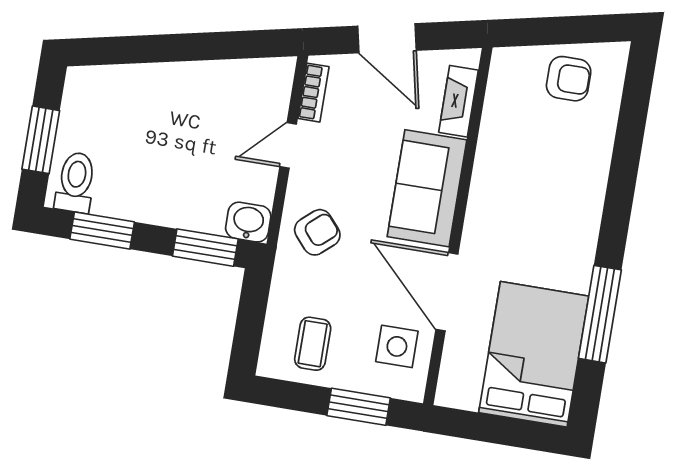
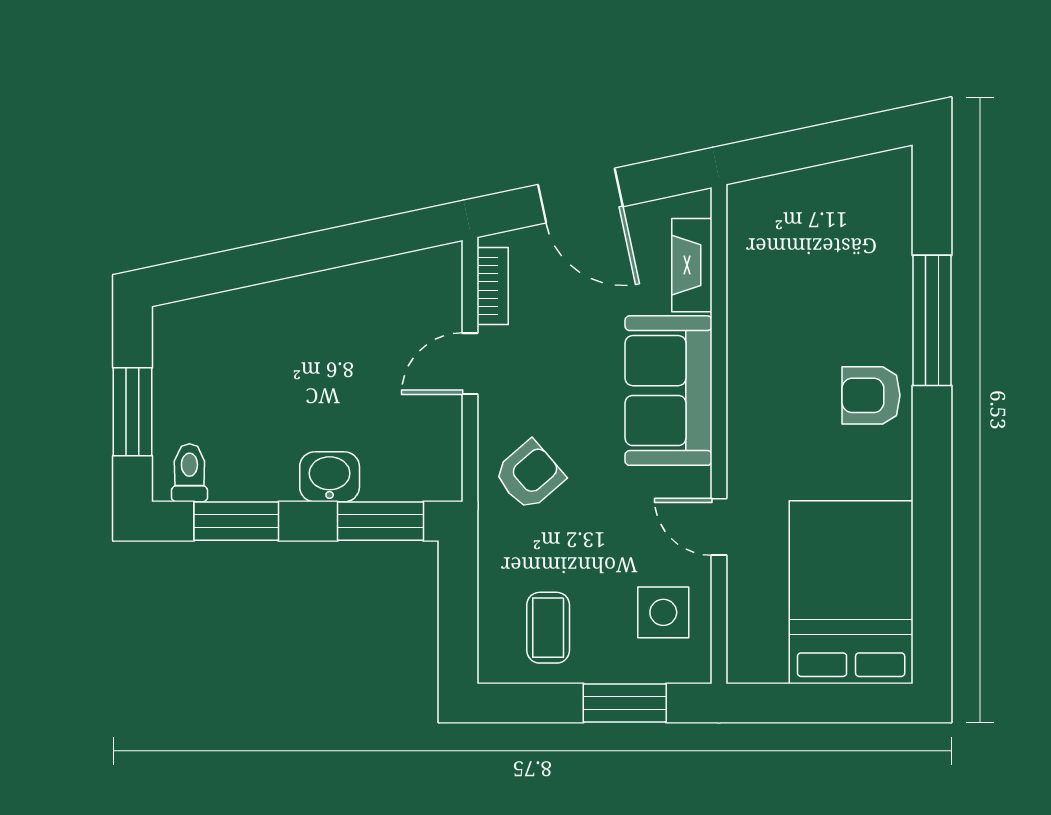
armchair: (569, 79) -> (871, 395), moved, turned 180
toilet: (76, 182) -> (189, 473), width x0.73, depth x0.72
washbasin: (248, 222) -> (330, 477), moved
door: (447, 292) -> (719, 527), width x0.53
window: (600, 314) -> (932, 320), moved

